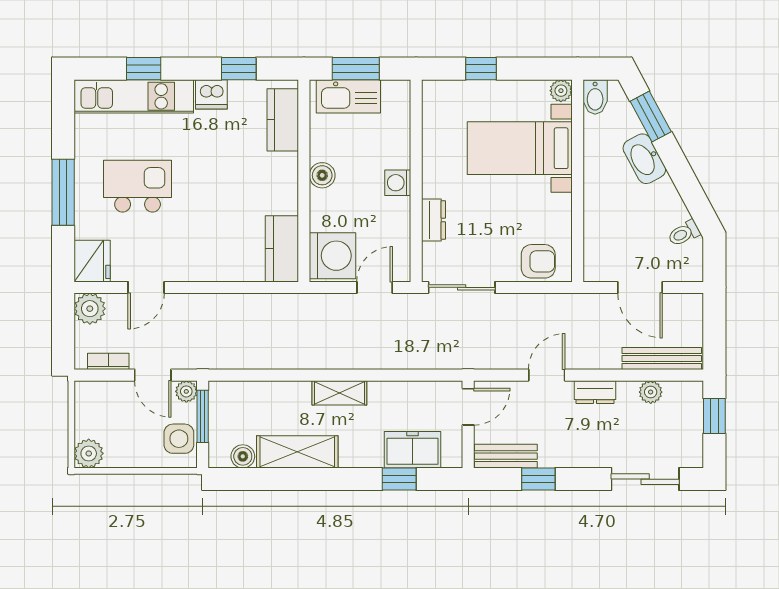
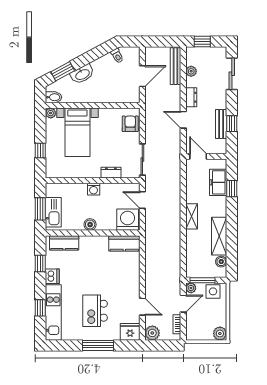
bench: (506, 456) -> (221, 124), moved

